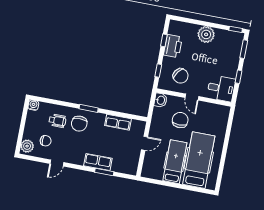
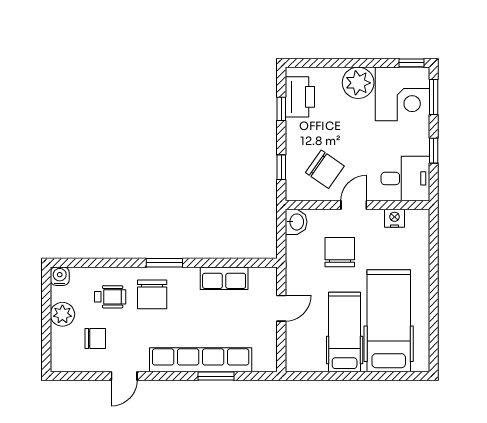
corner desk: (228, 45) -> (402, 94), added
printer: (173, 46) -> (300, 97), moved
door: (192, 97) -> (354, 205), swing flipped
nightstand: (212, 108) -> (395, 218), added
plant: (27, 146) -> (62, 314), moved
row of seats: (98, 162) -> (201, 360), width x2.02

